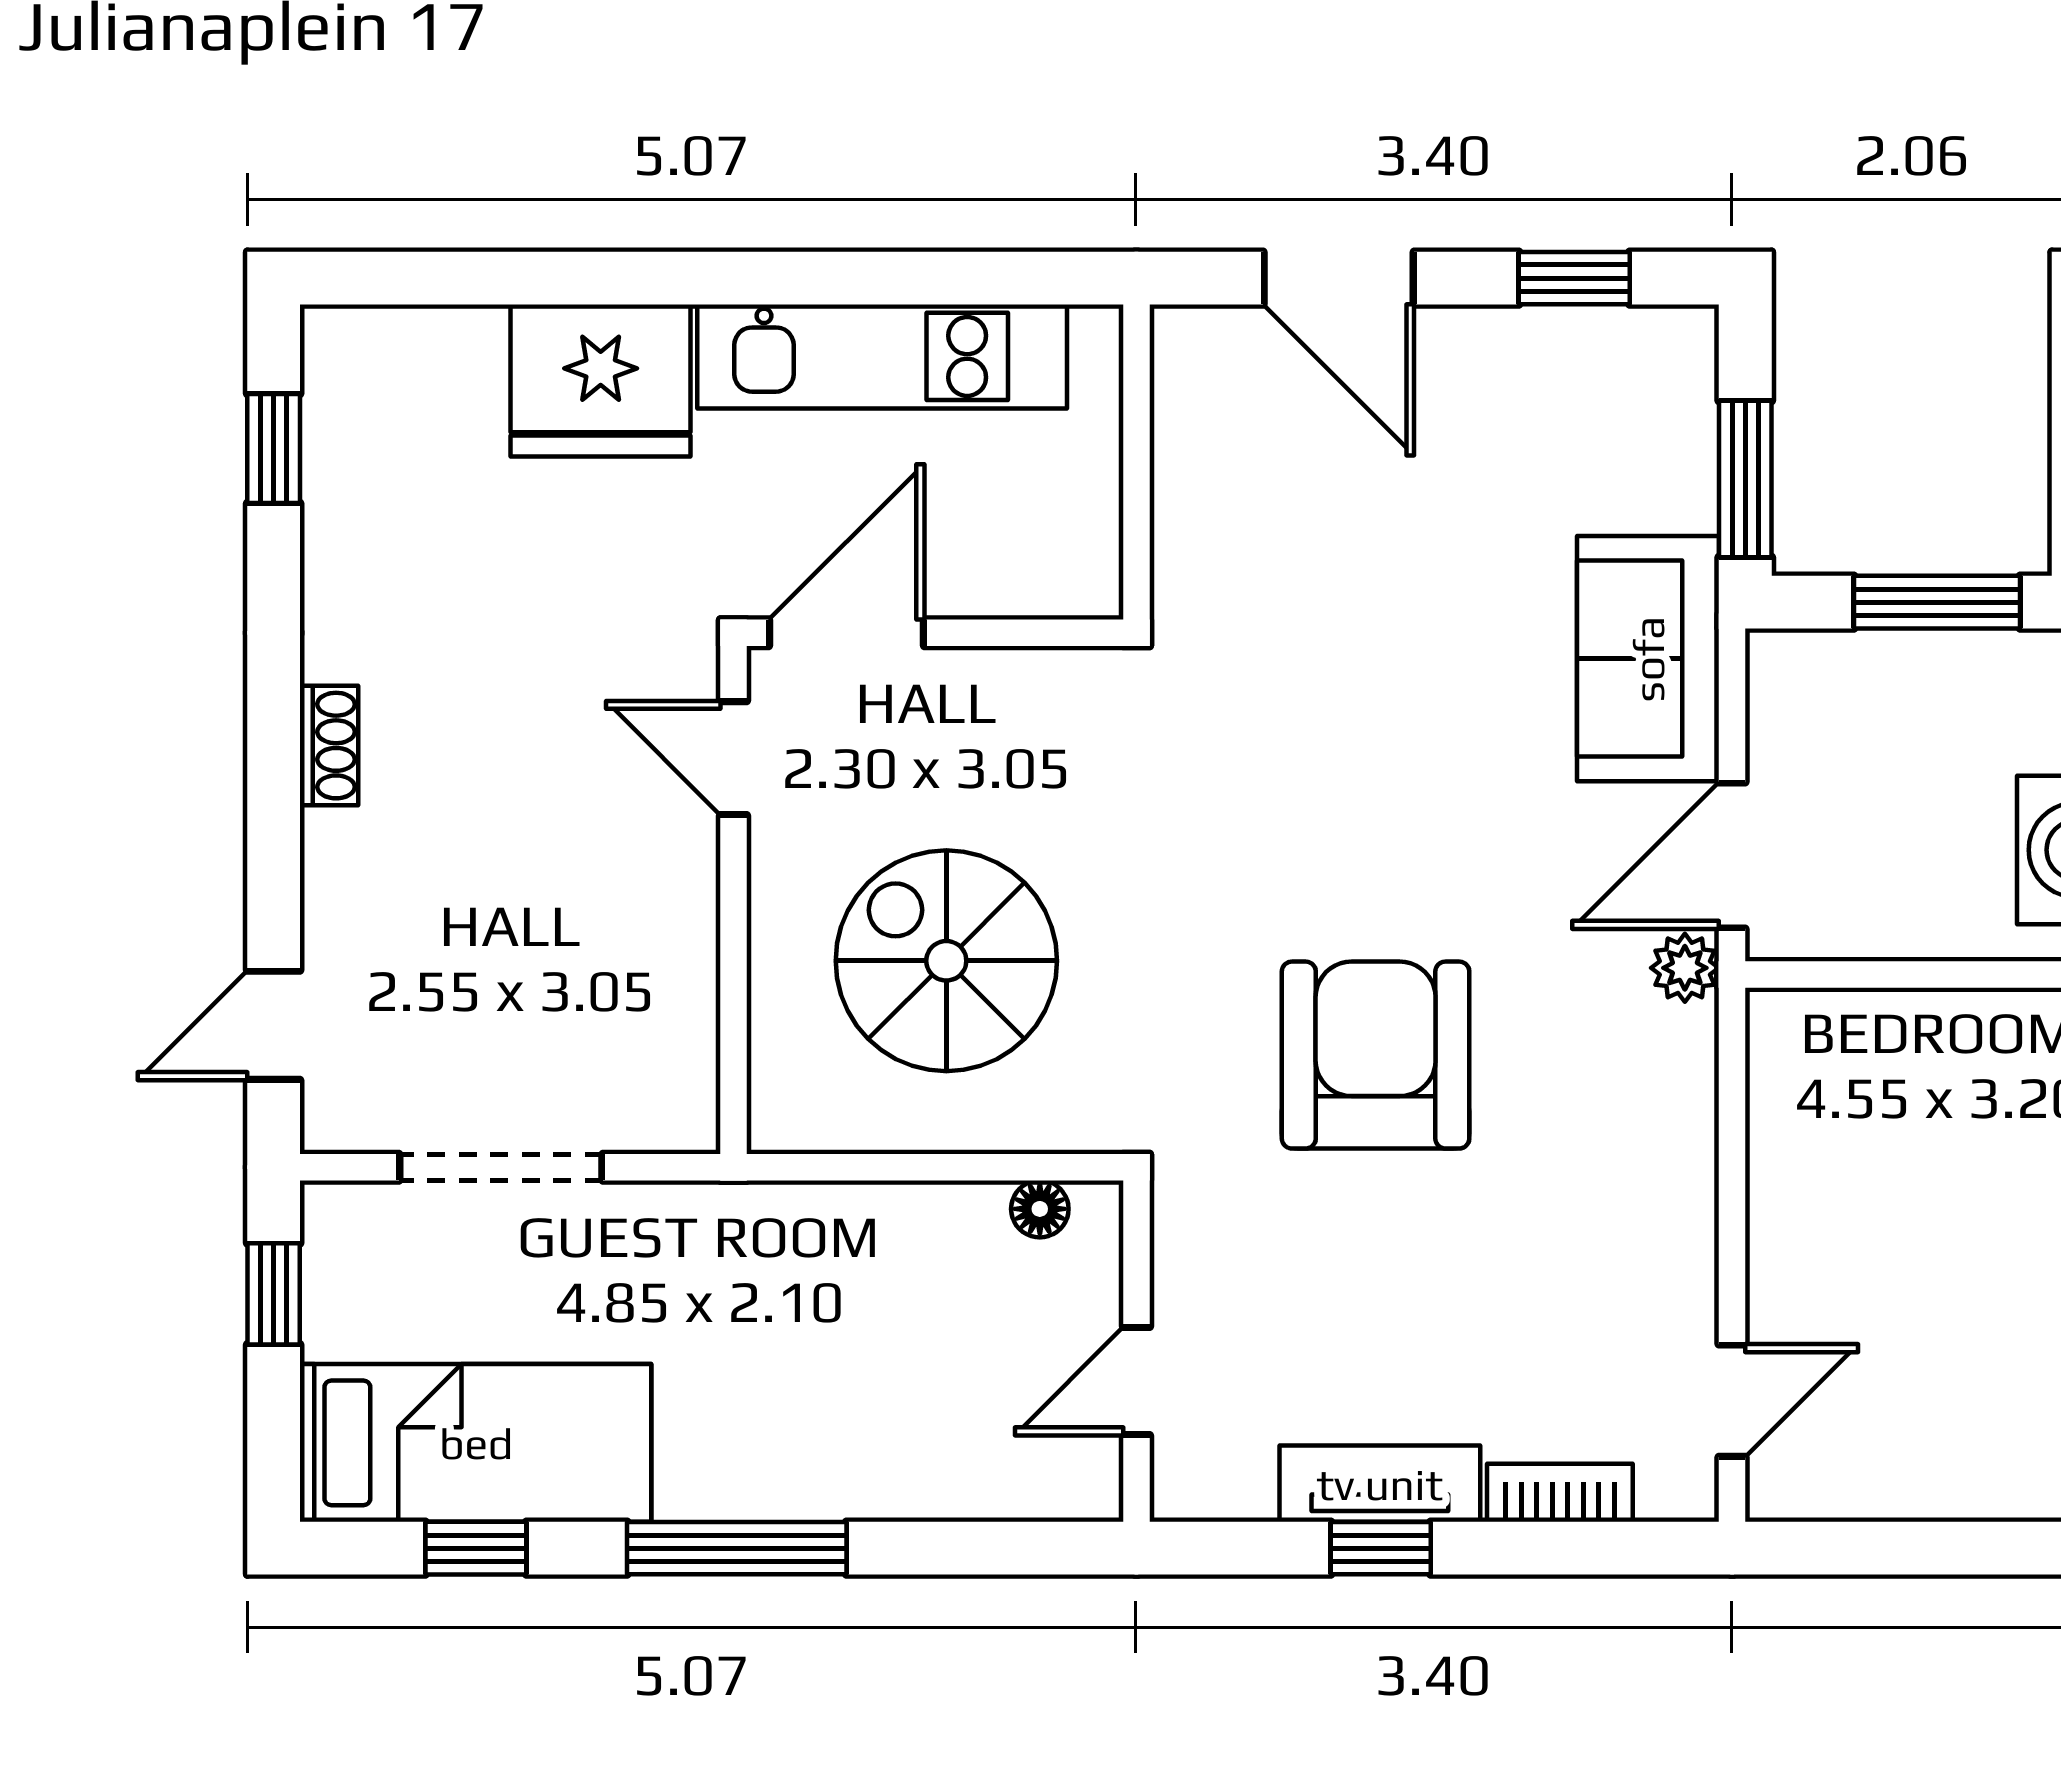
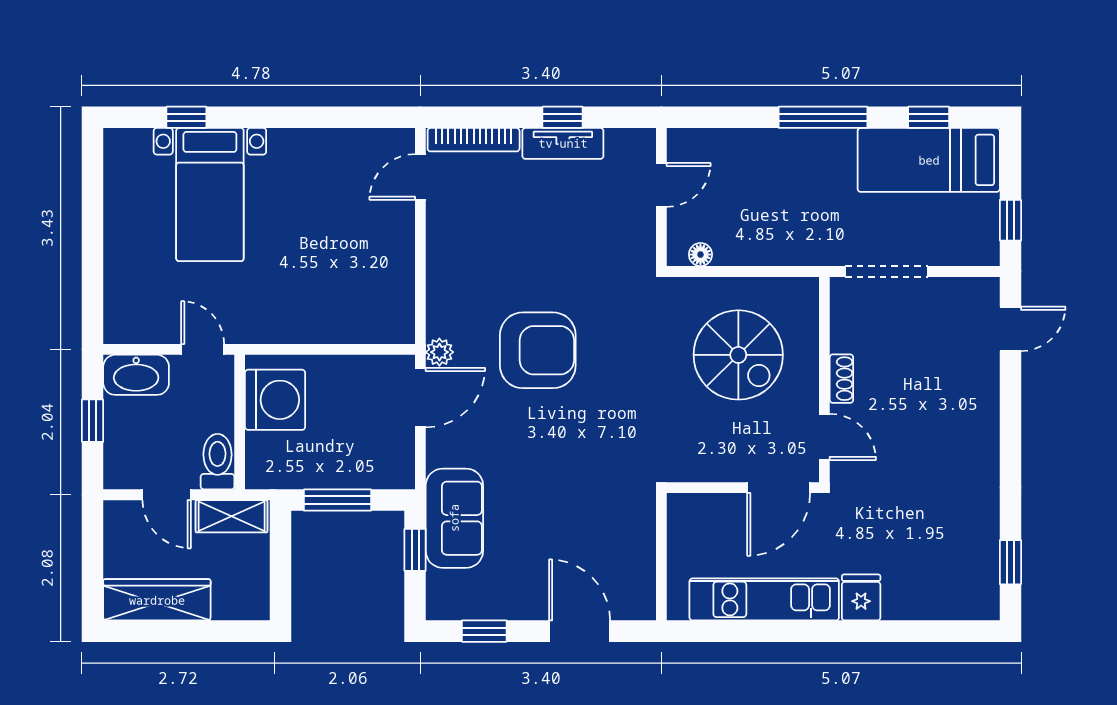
fridge: (601, 381) -> (861, 597), width x0.53, depth x0.75
window: (1745, 479) -> (415, 550), width x0.67
sofa: (1648, 659) -> (454, 518), moved
shoe rack: (329, 746) -> (841, 379), moved, turned 180
armchair: (1376, 1055) -> (538, 350), moved, turned -90
doorway: (501, 1167) -> (886, 271), moved
bookcase: (1560, 1493) -> (474, 140), width x1.56

